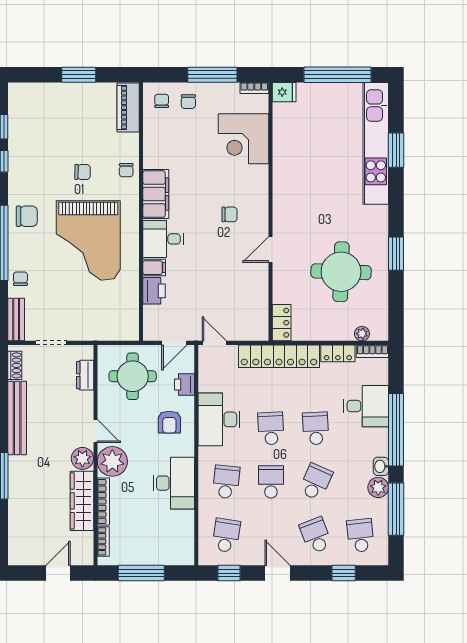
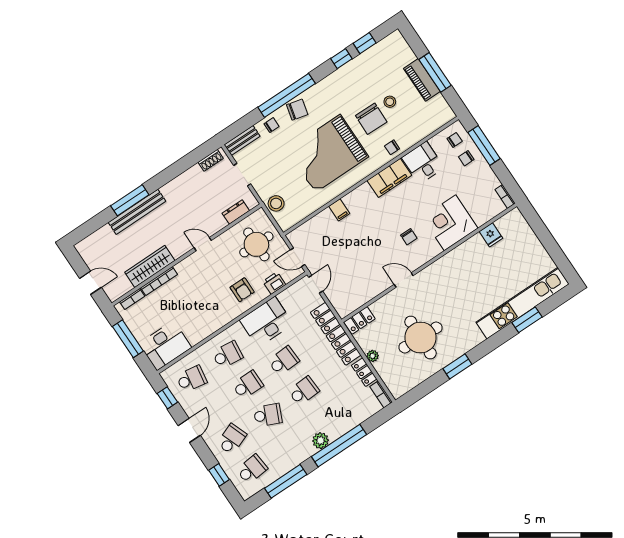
window: (79, 75) -> (435, 72), width x1.44
window: (212, 75) -> (484, 146), moved
window: (338, 75) -> (551, 246), removed
fridge: (284, 92) -> (491, 235), moved
piano: (128, 108) -> (422, 80), moved, turned -90
corner desk: (243, 139) -> (450, 223), moved
stool: (78, 141) -> (390, 102), added
chair: (83, 172) -> (371, 119), width x1.87, depth x1.87
chair: (27, 216) -> (297, 110), moved, turned -76
desk: (163, 239) -> (423, 163), moved
printer: (154, 291) -> (323, 220), removed
stool: (104, 328) -> (276, 203), added
plant: (362, 334) -> (373, 356), moved
desk: (366, 406) -> (341, 415), removed
bench: (17, 418) -> (137, 212), moved
armchair: (169, 422) -> (242, 290), turned -90
door: (95, 431) -> (203, 244), swing flipped
plant: (82, 458) -> (179, 248), removed
plant: (112, 461) -> (190, 269), removed
washbasin: (381, 466) -> (308, 452), removed
desk: (174, 483) -> (165, 346), moved
plant: (378, 487) -> (321, 441), moved

